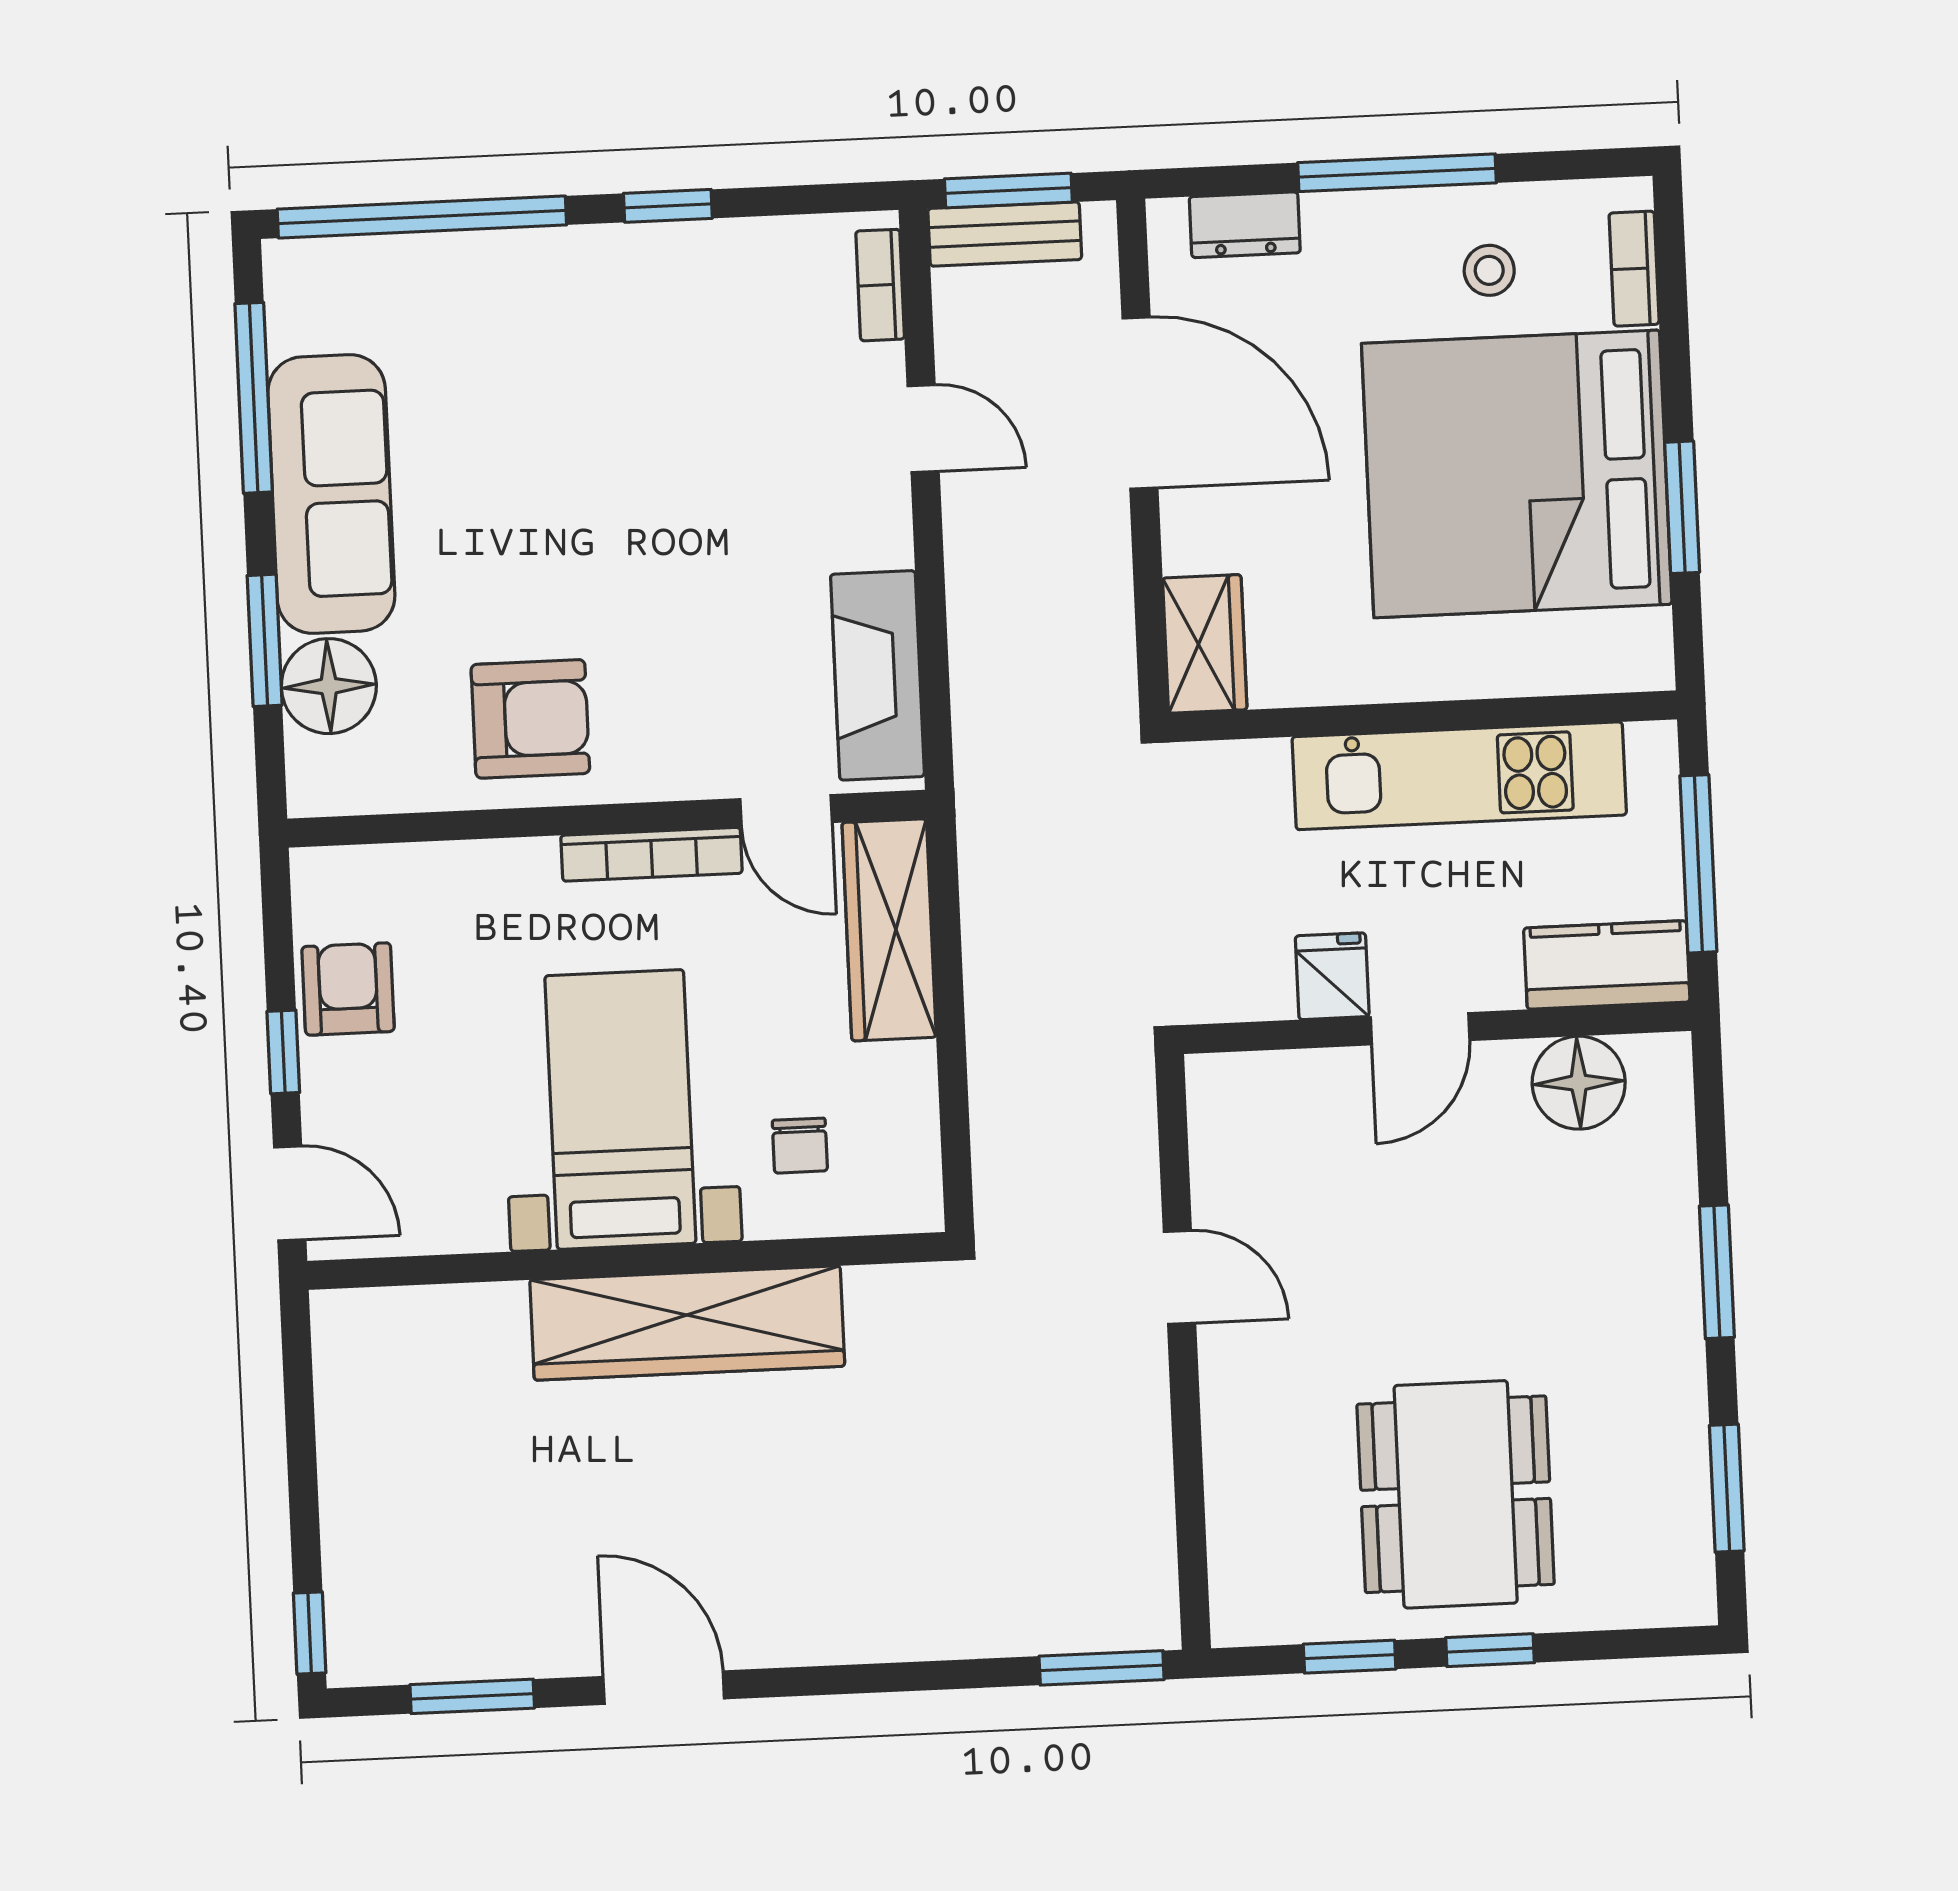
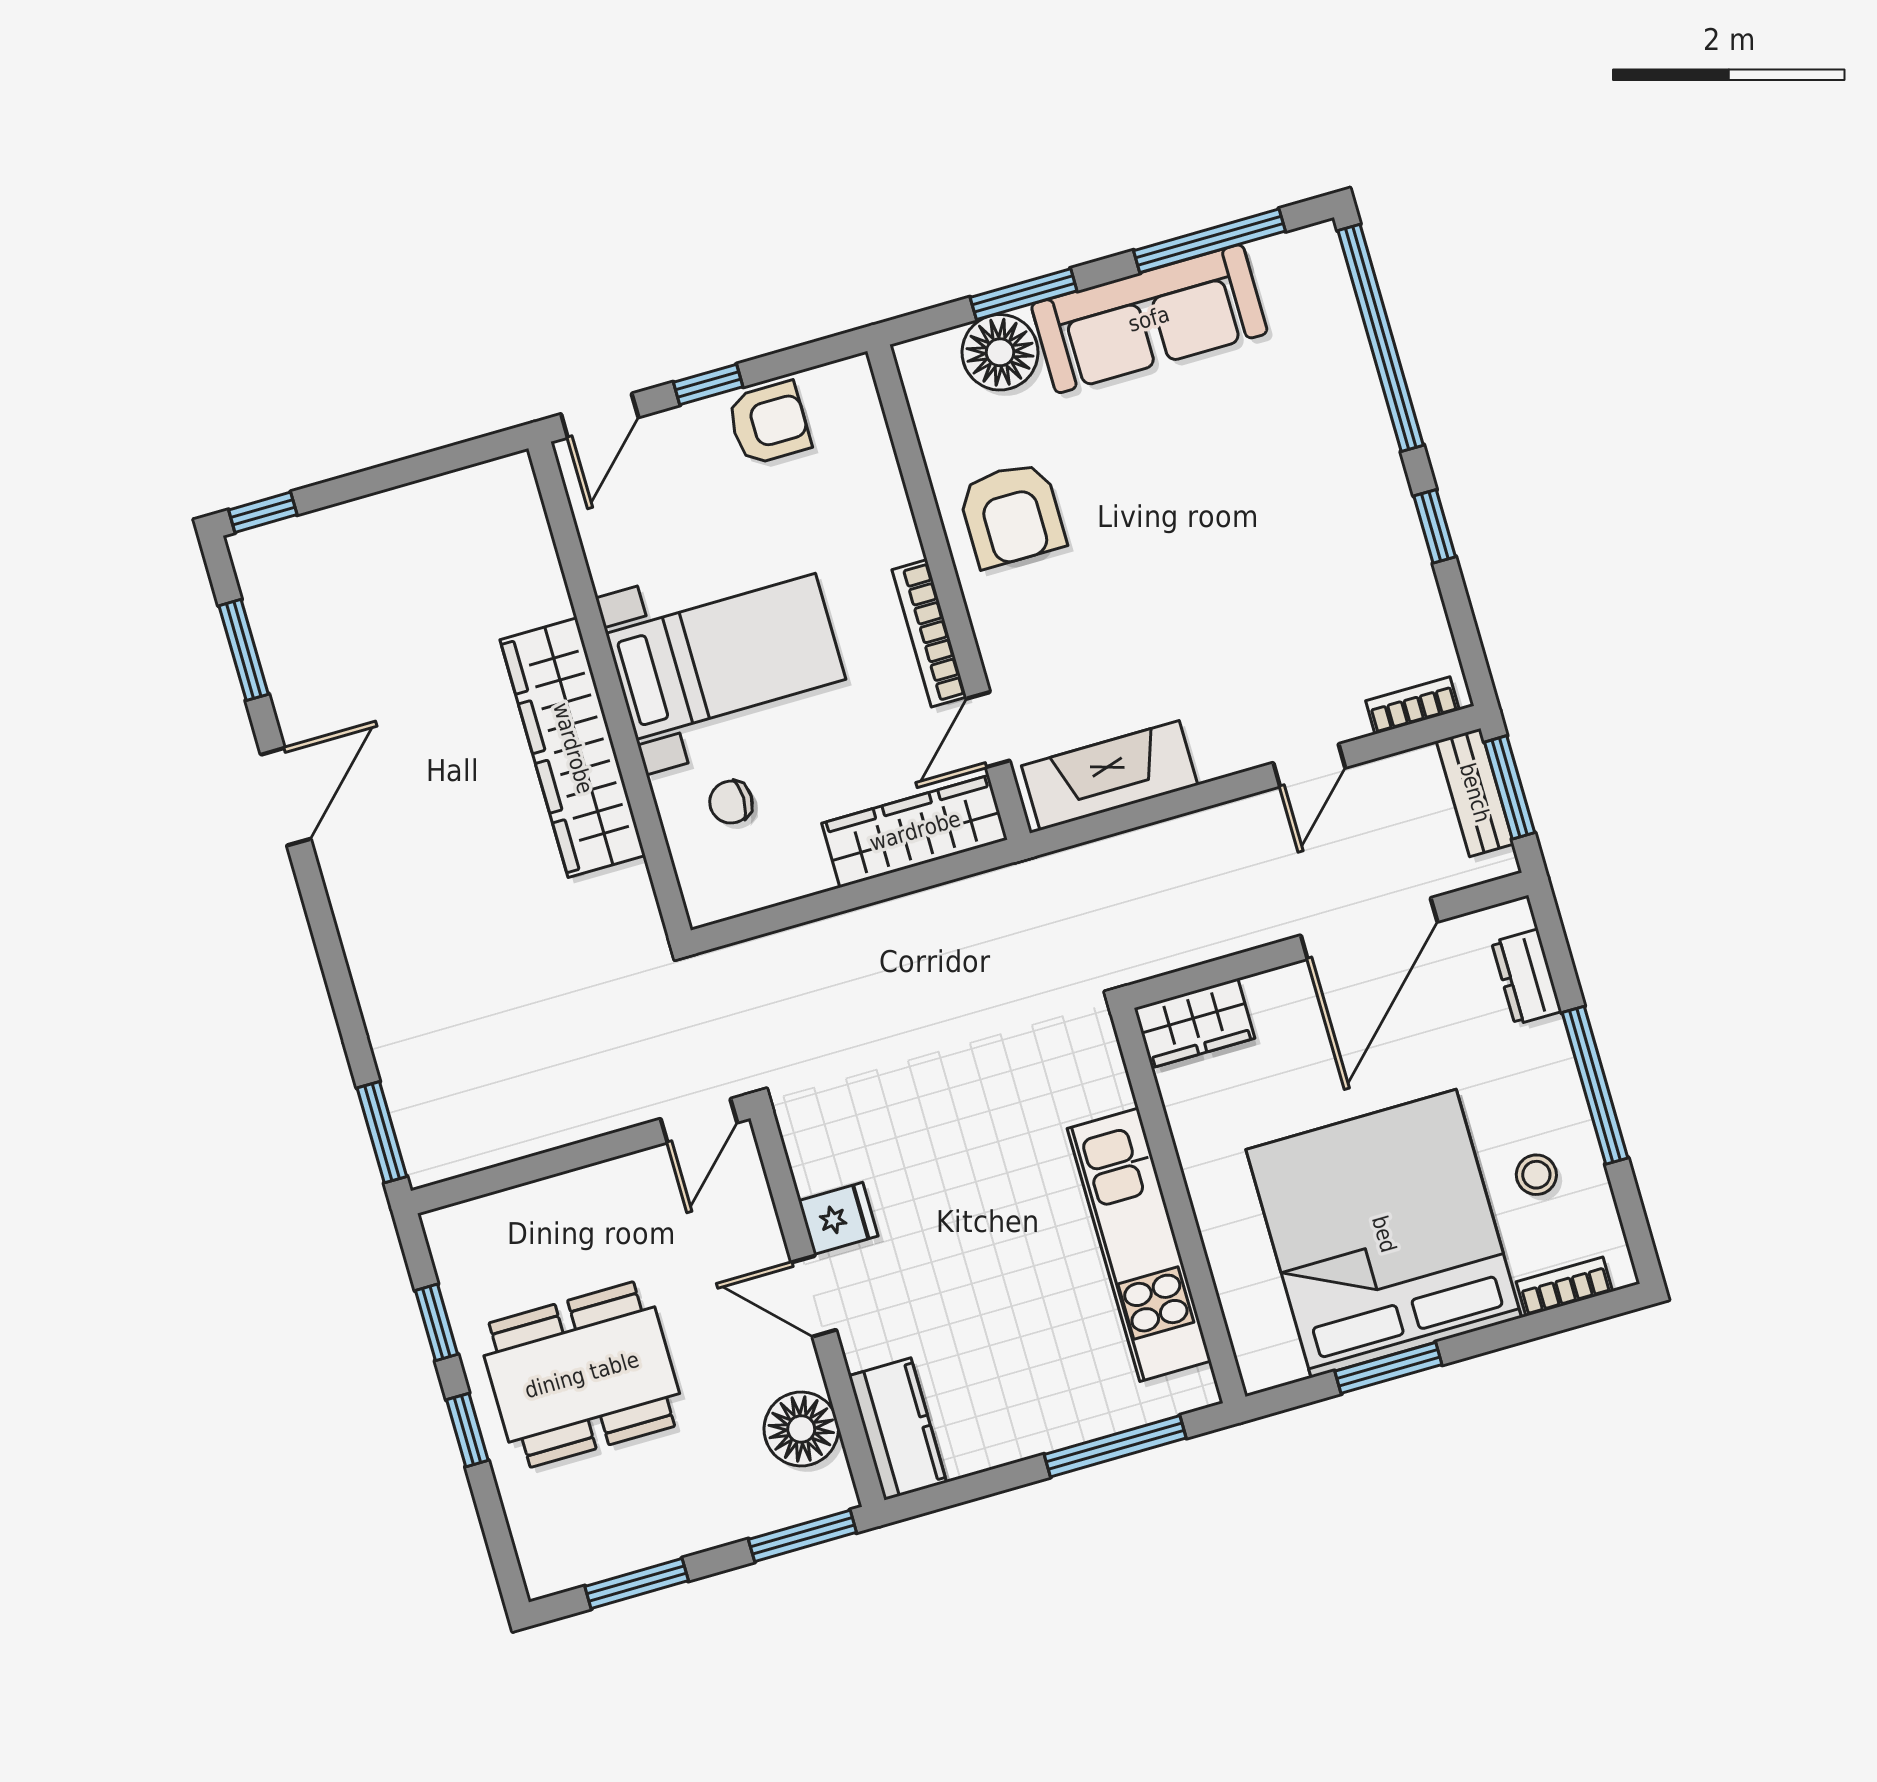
kitchen counter: (1607, 965) -> (898, 1429), moved
fridge: (1332, 976) -> (838, 1218), moved
wall: (1437, 1028) -> (817, 1309), moved
door: (1420, 1029) -> (814, 1296), moved
floor lamp: (1579, 1083) -> (801, 1429), moved

